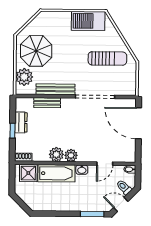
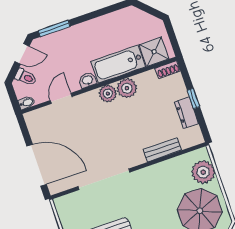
bench: (55, 89) -> (158, 171), removed

